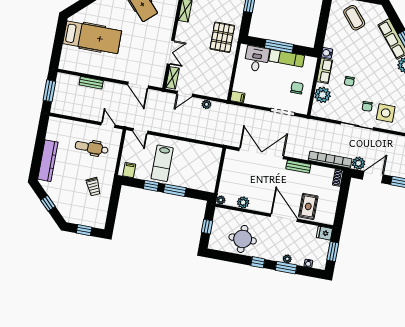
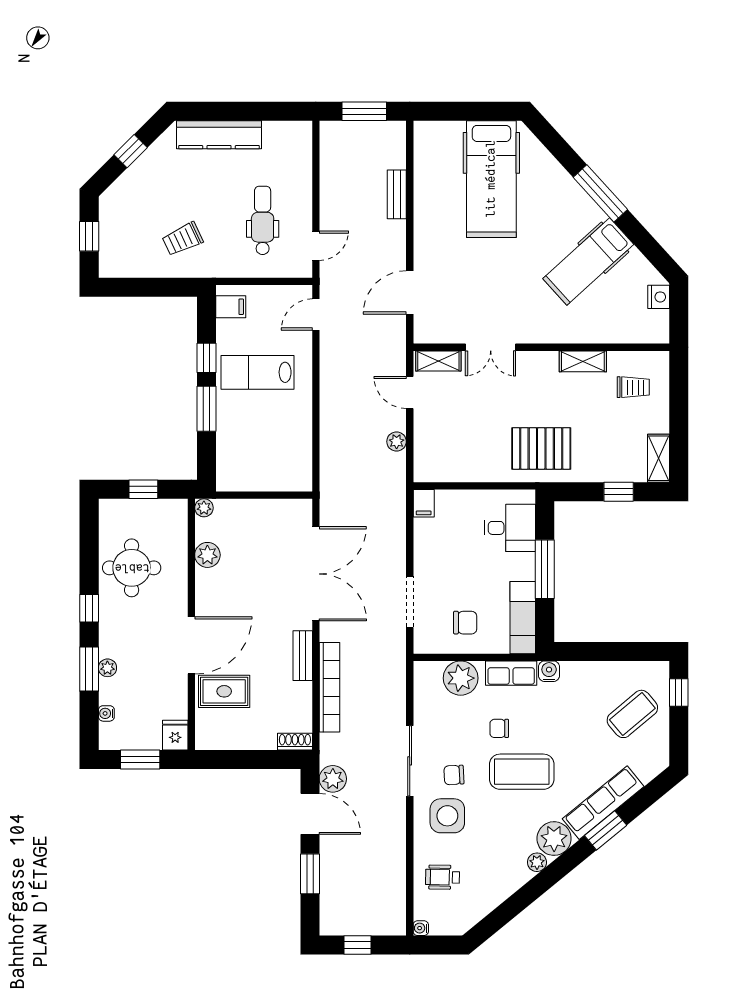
exam couch: (287, 58) -> (523, 618), moved
coffee table: (372, 74) -> (522, 772), added
bookcase: (330, 160) -> (329, 687), moved

